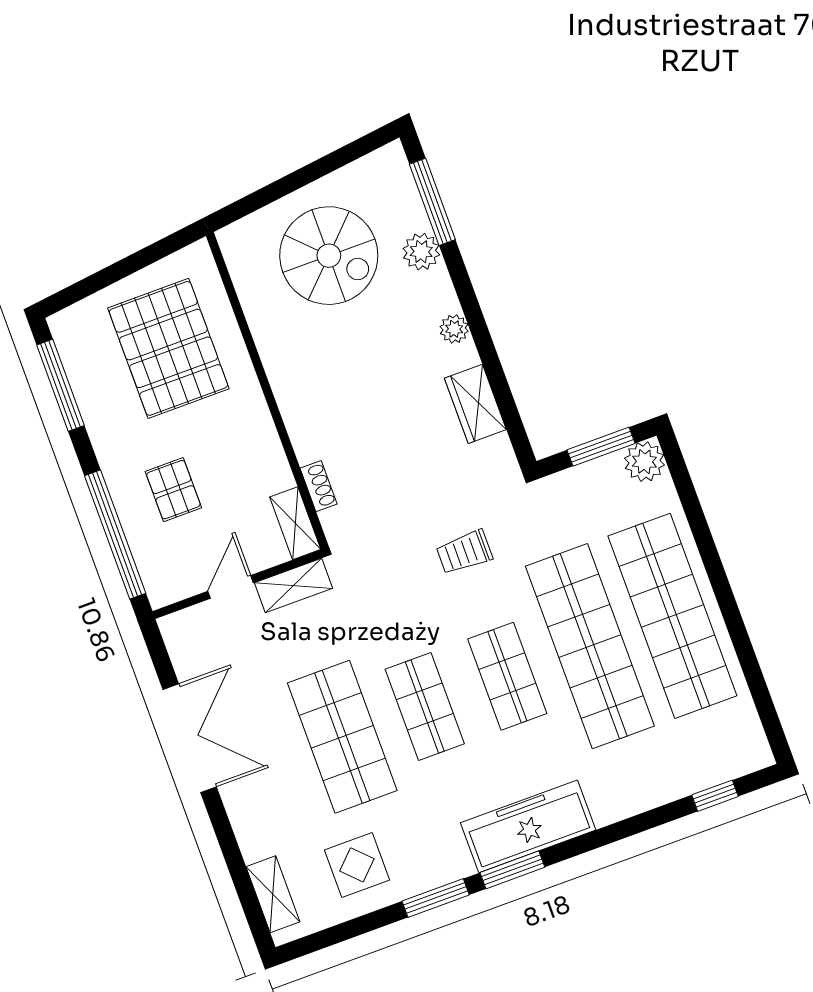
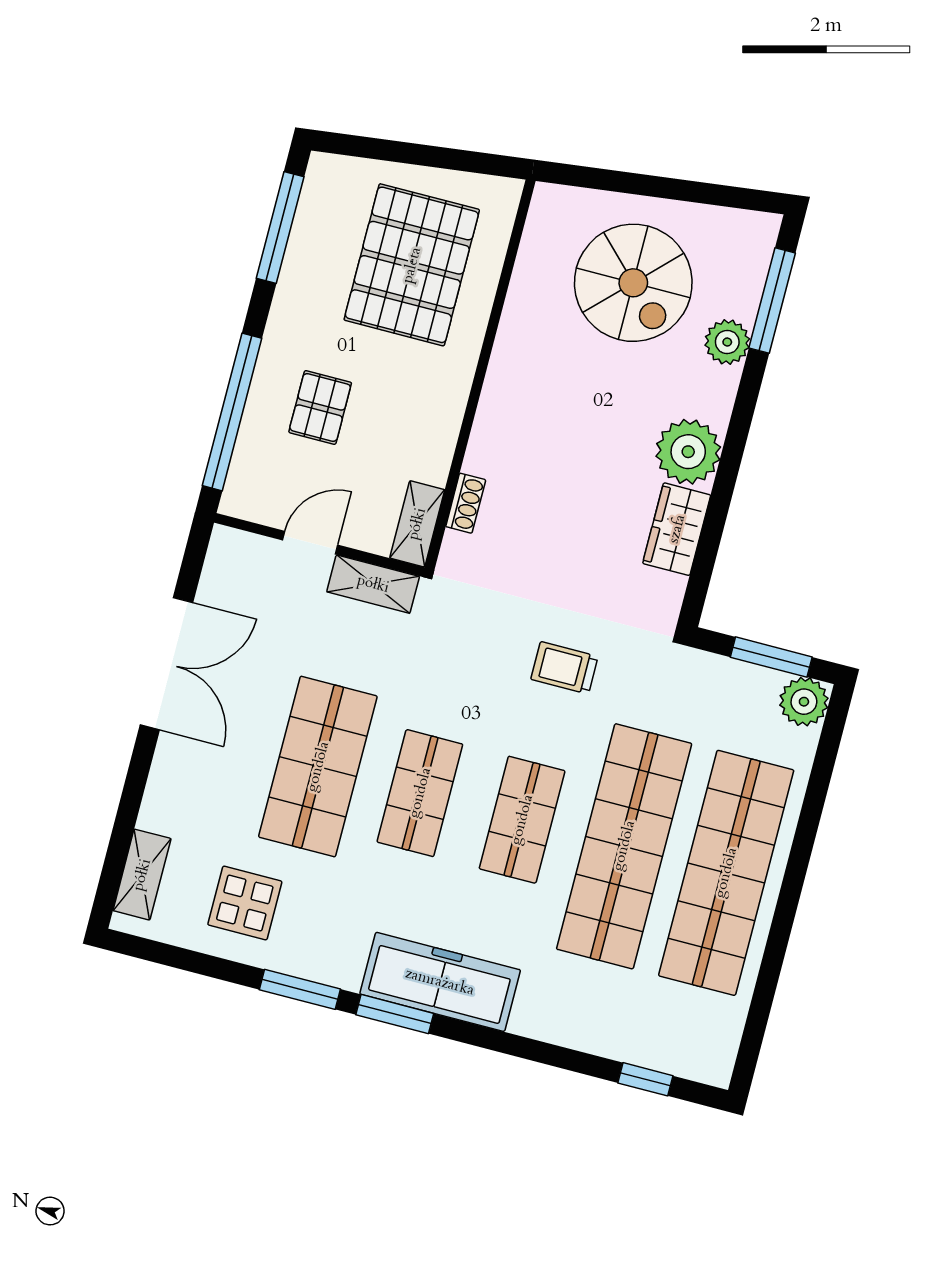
plant: (454, 329) -> (688, 452), width x1.88, depth x1.88

